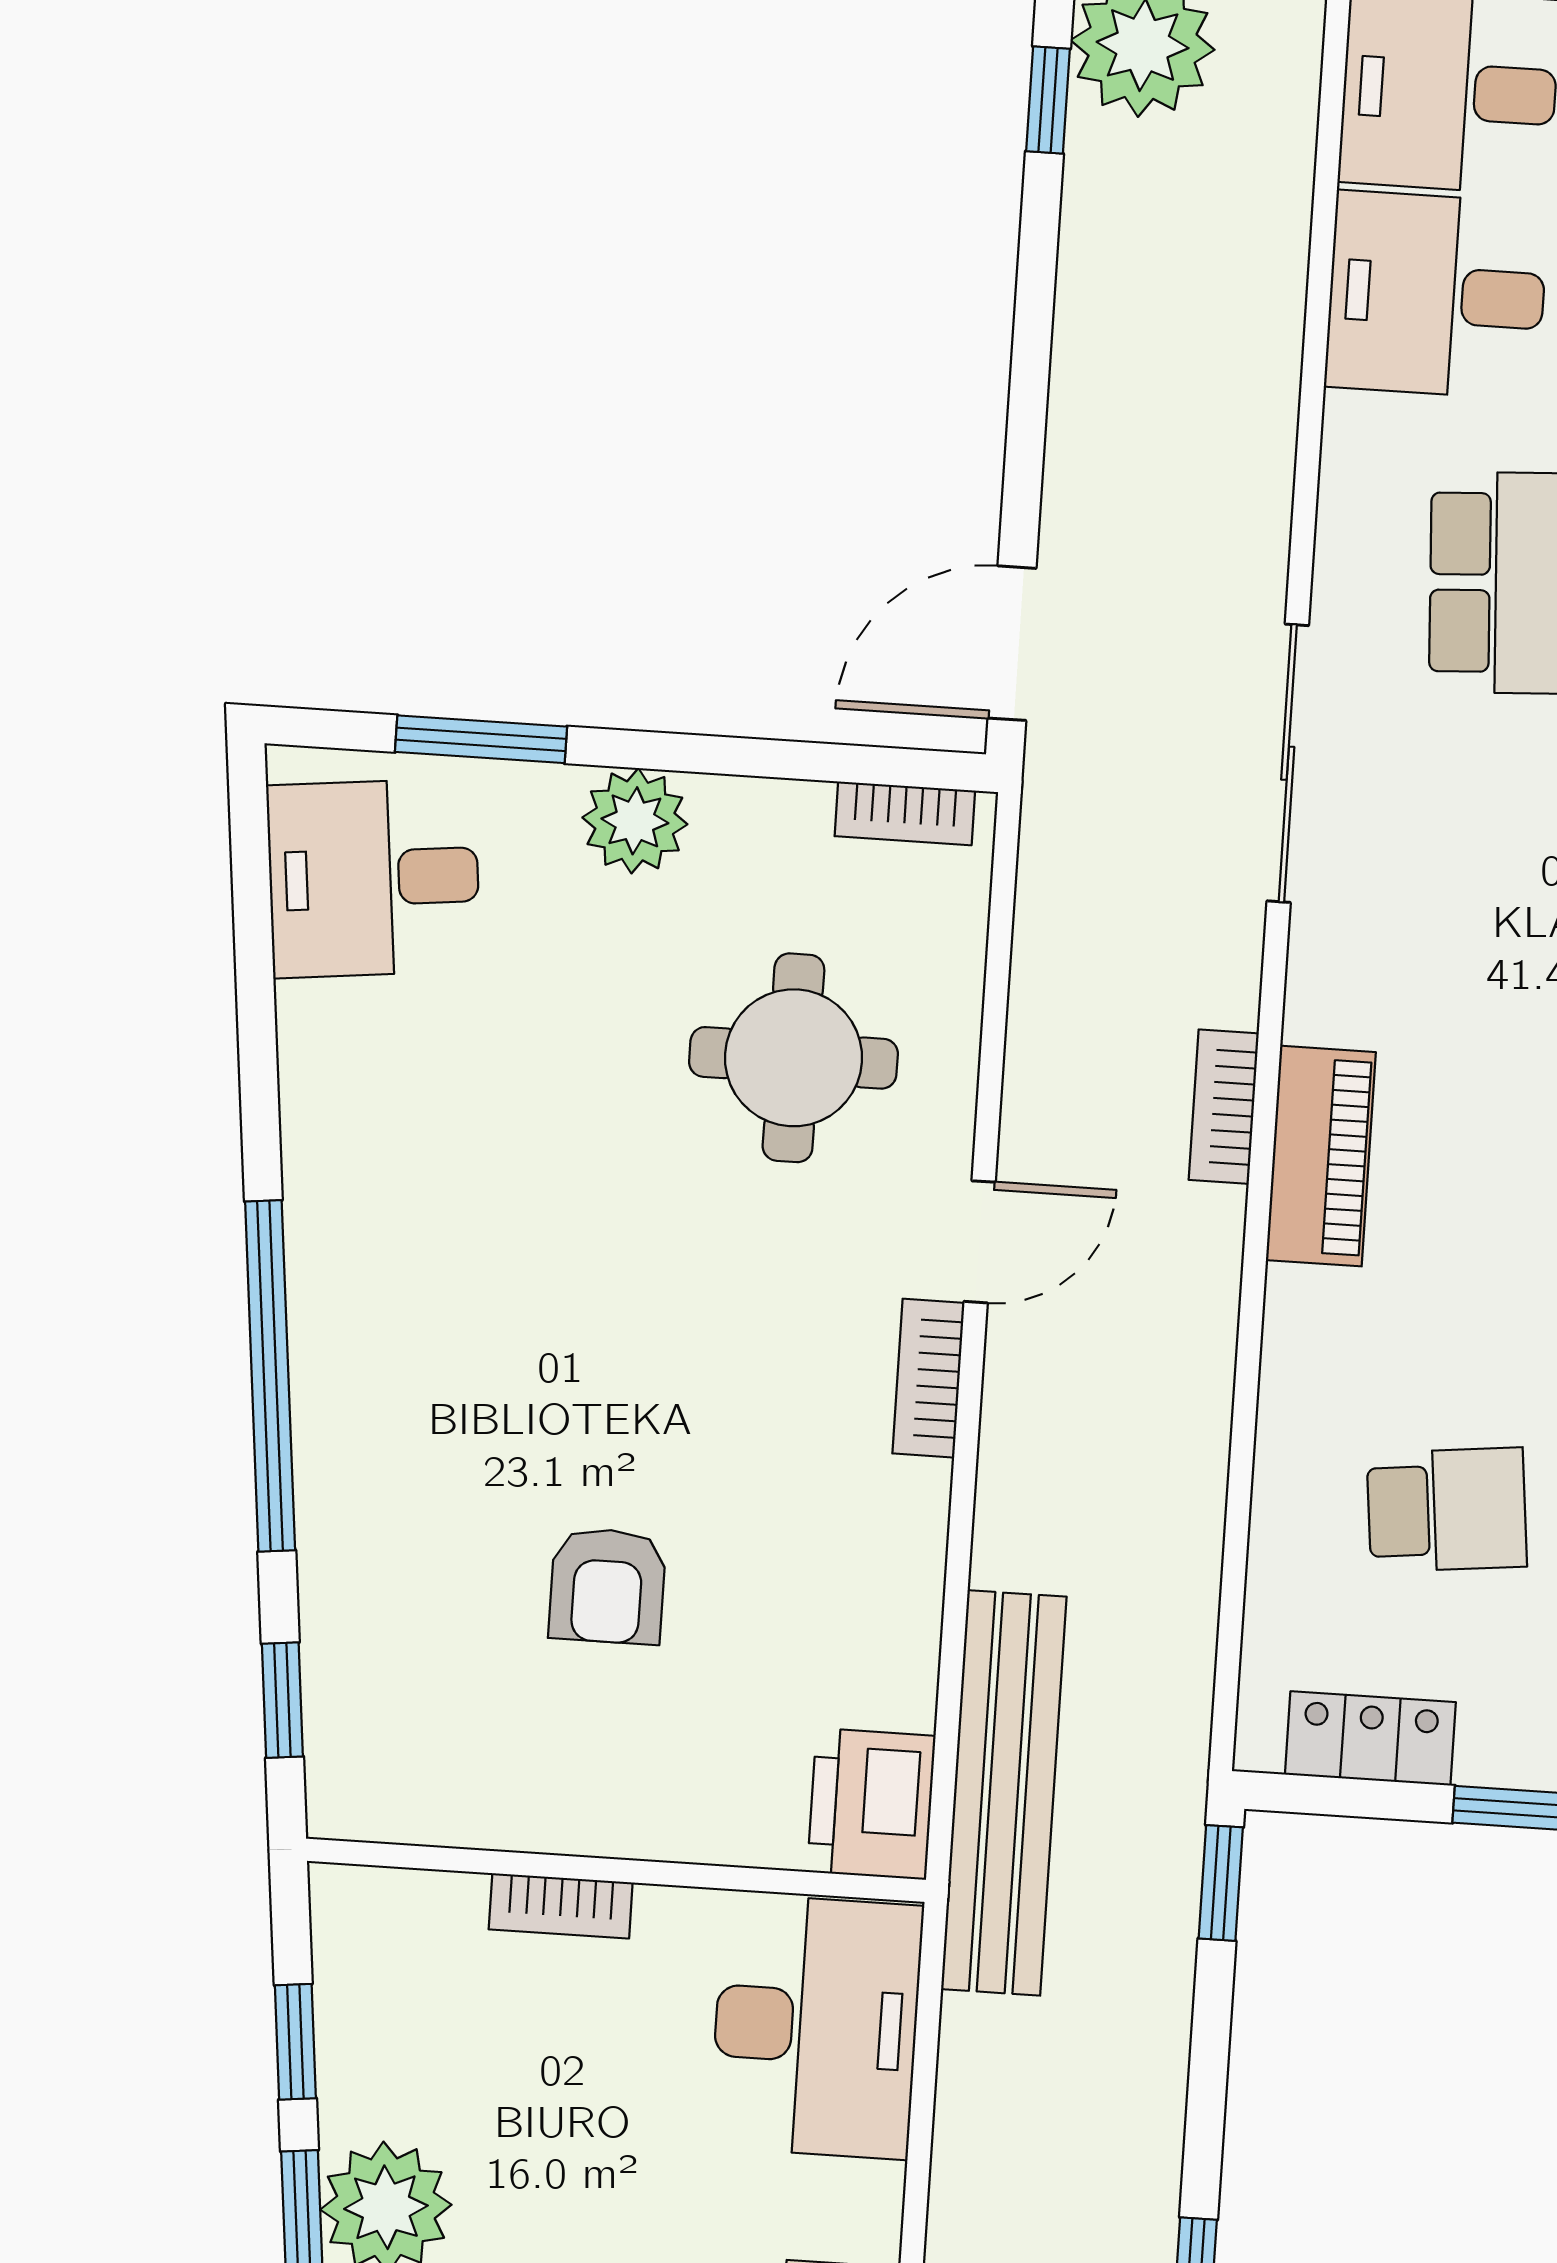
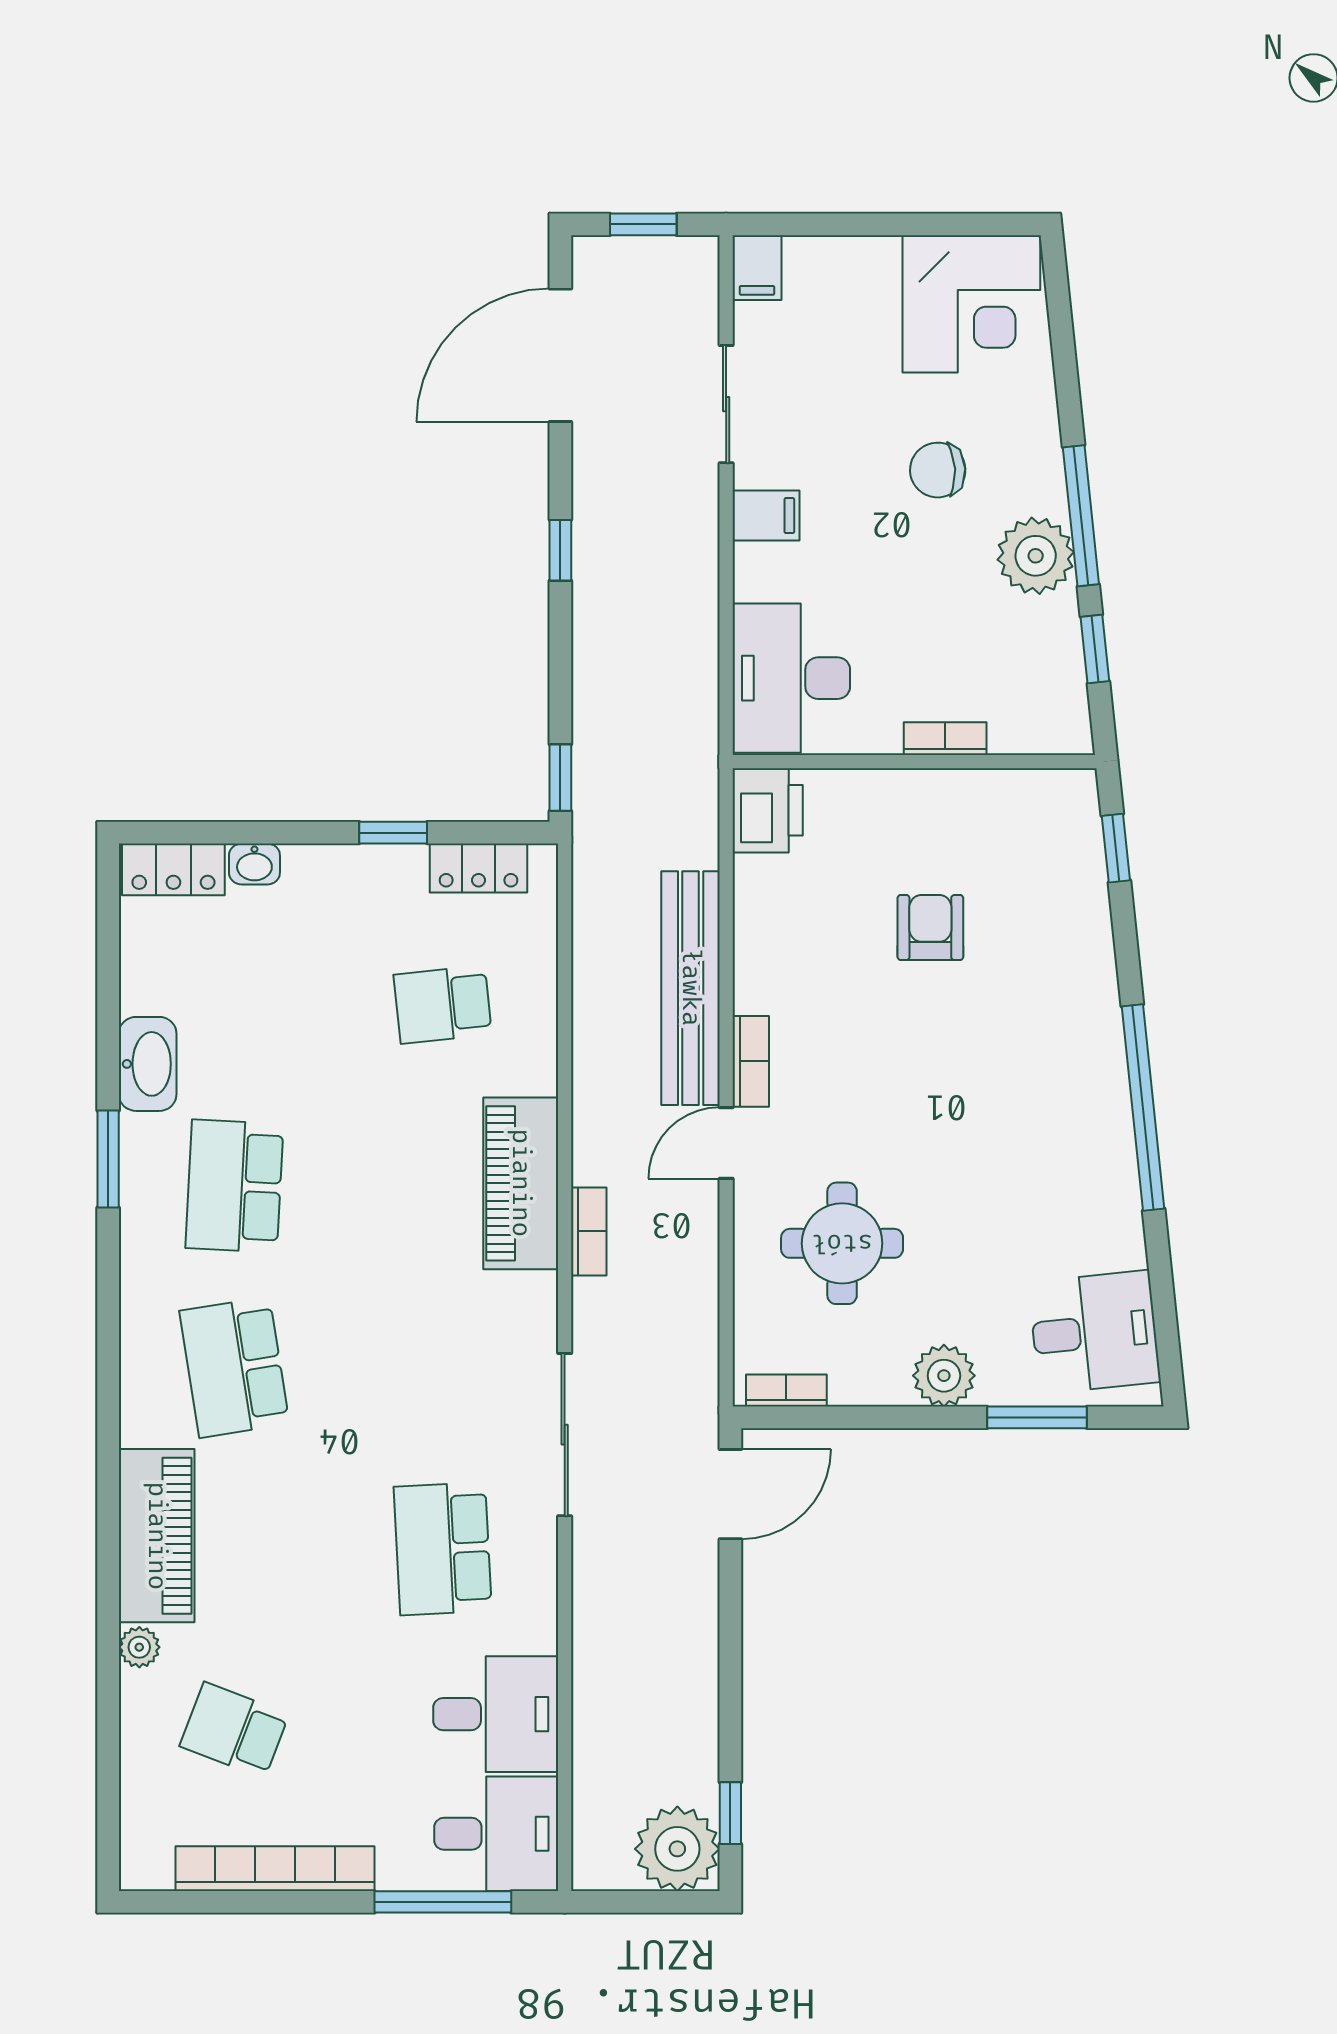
piano: (1321, 1156) -> (521, 1183), width x1.37, depth x1.33
window: (270, 1376) -> (1143, 1108), moved
bench: (1004, 1793) -> (691, 988), moved

